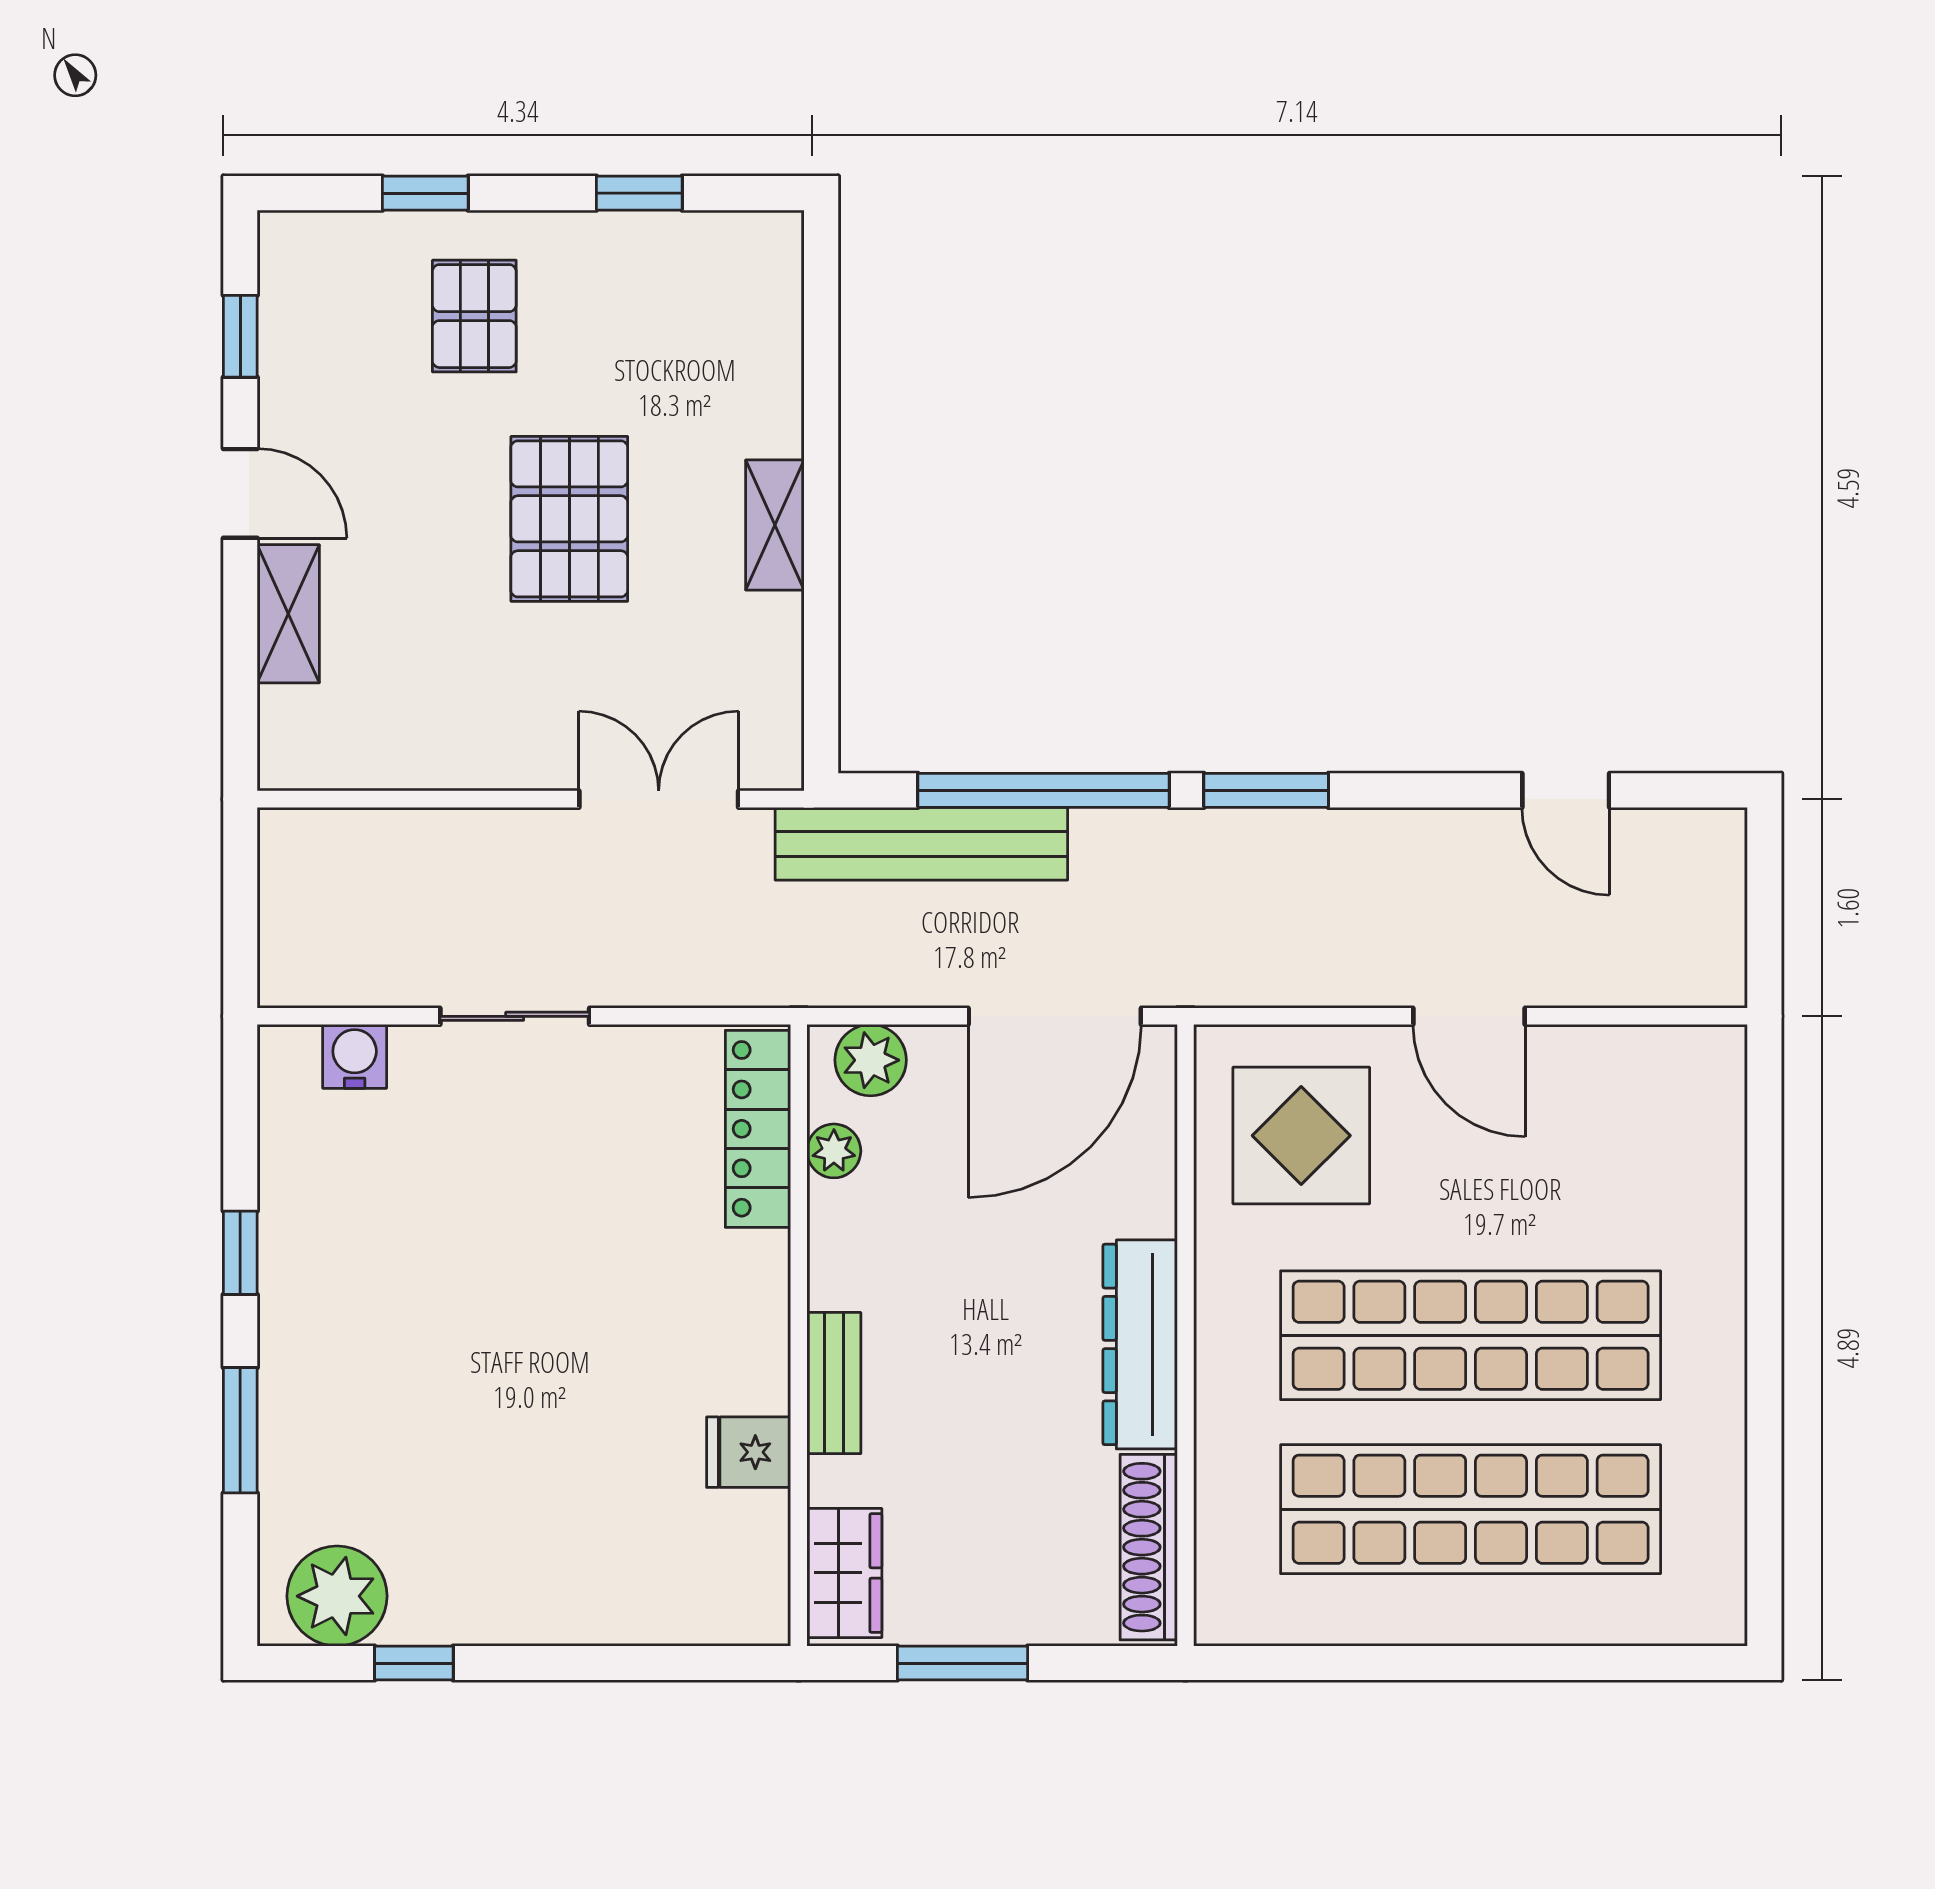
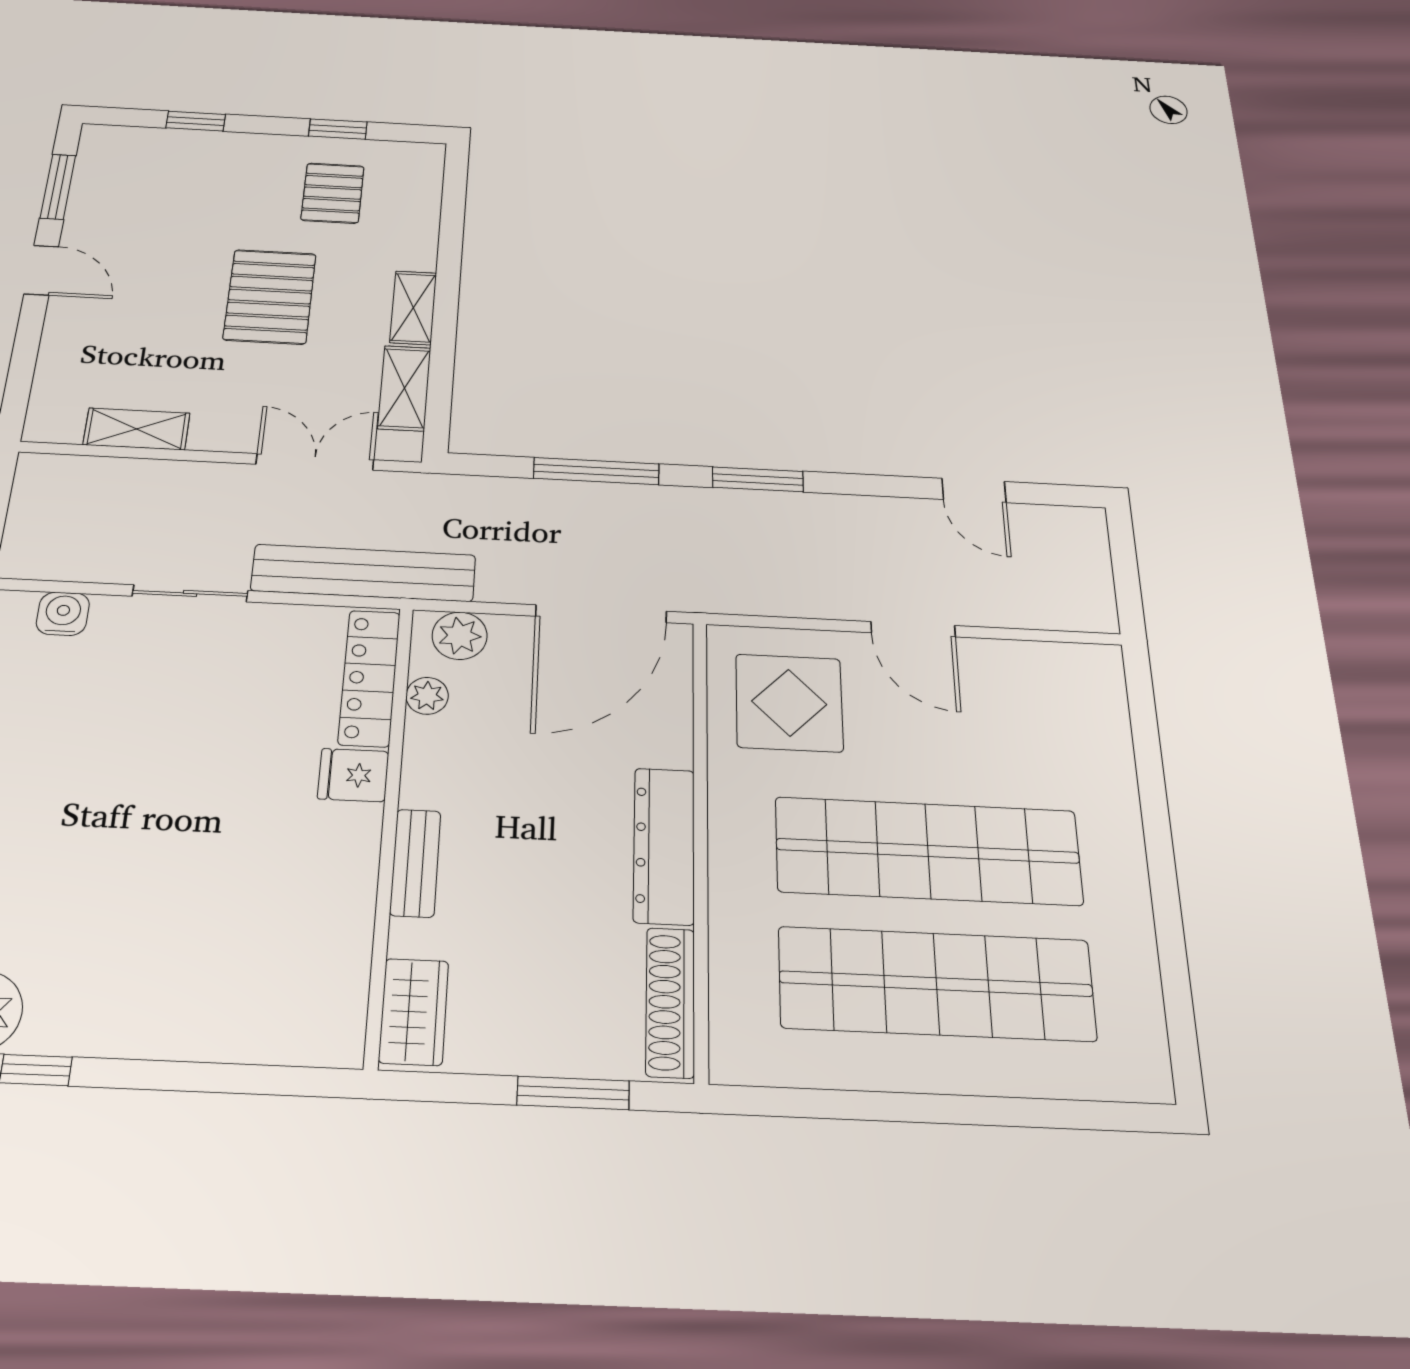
pallet: (474, 316) -> (333, 193), moved
window: (240, 336) -> (58, 187), width x1.50
shelving: (288, 614) -> (137, 429), moved, turned 90
shelving: (772, 667) -> (404, 388), added
window: (1043, 790) -> (596, 471), width x0.68
bench: (921, 844) -> (364, 573), moved
fridge: (749, 1452) -> (353, 775), moved
window: (962, 1663) -> (573, 1093), moved

